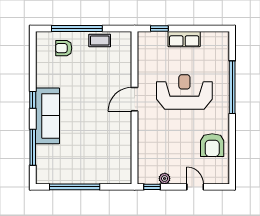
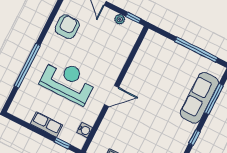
water cooler: (144, 53) -> (85, 130), added
reception desk: (184, 92) -> (68, 81), turned 180
sofa: (47, 116) -> (199, 98), moved

